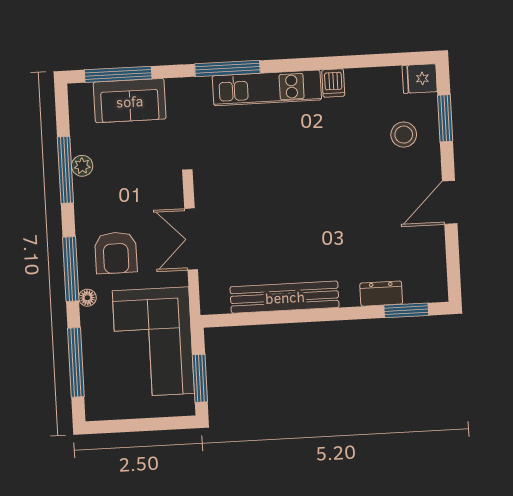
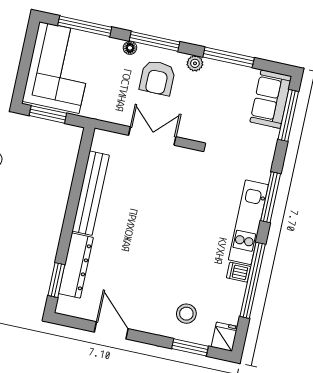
window: (339, 62) -> (253, 280), added
sofa: (130, 101) -> (271, 99), moved
plant: (82, 166) -> (195, 63), moved
door: (450, 202) -> (111, 330), moved
armchair: (116, 253) -> (157, 78), turned -90
dresser: (381, 294) -> (76, 265), width x1.96, depth x1.24
corner sofa: (153, 342) -> (59, 68), moved, turned 90

